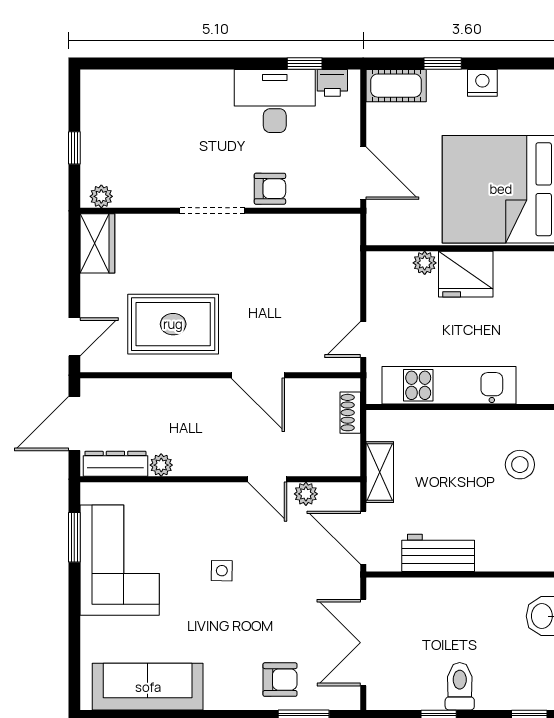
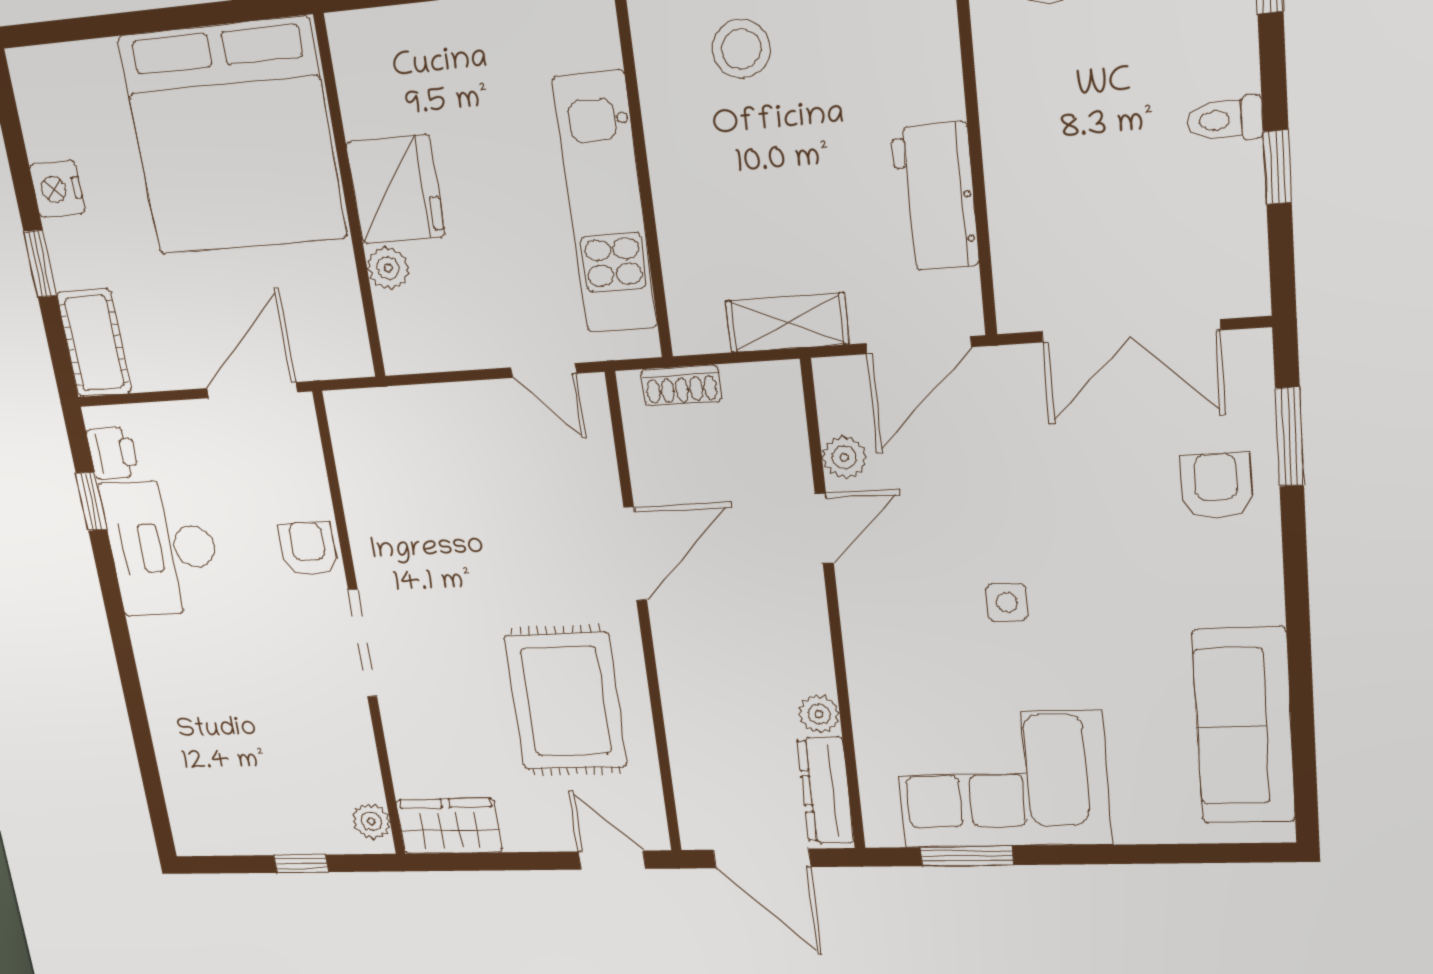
toilet: (460, 686) -> (1225, 119), width x0.73, depth x0.72

